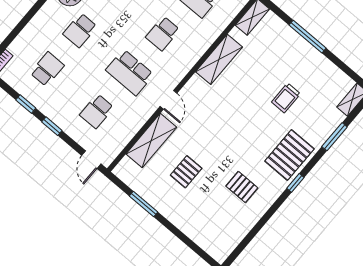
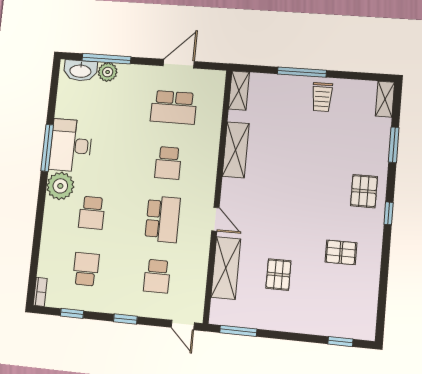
school desk: (130, 72) -> (163, 219), turned -90
trolley: (286, 98) -> (322, 97), moved
window: (26, 104) -> (72, 313), moved
pallet: (289, 155) -> (364, 191), width x0.67, depth x0.71
window: (144, 204) -> (238, 331), moved
window: (197, 249) -> (340, 342), added

